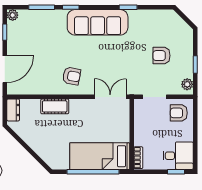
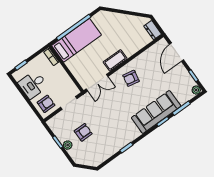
sofa: (98, 22) -> (156, 112), moved
plant: (187, 84) -> (68, 145), moved
cot: (55, 106) -> (115, 60), moved
desk: (178, 156) -> (33, 85), moved

